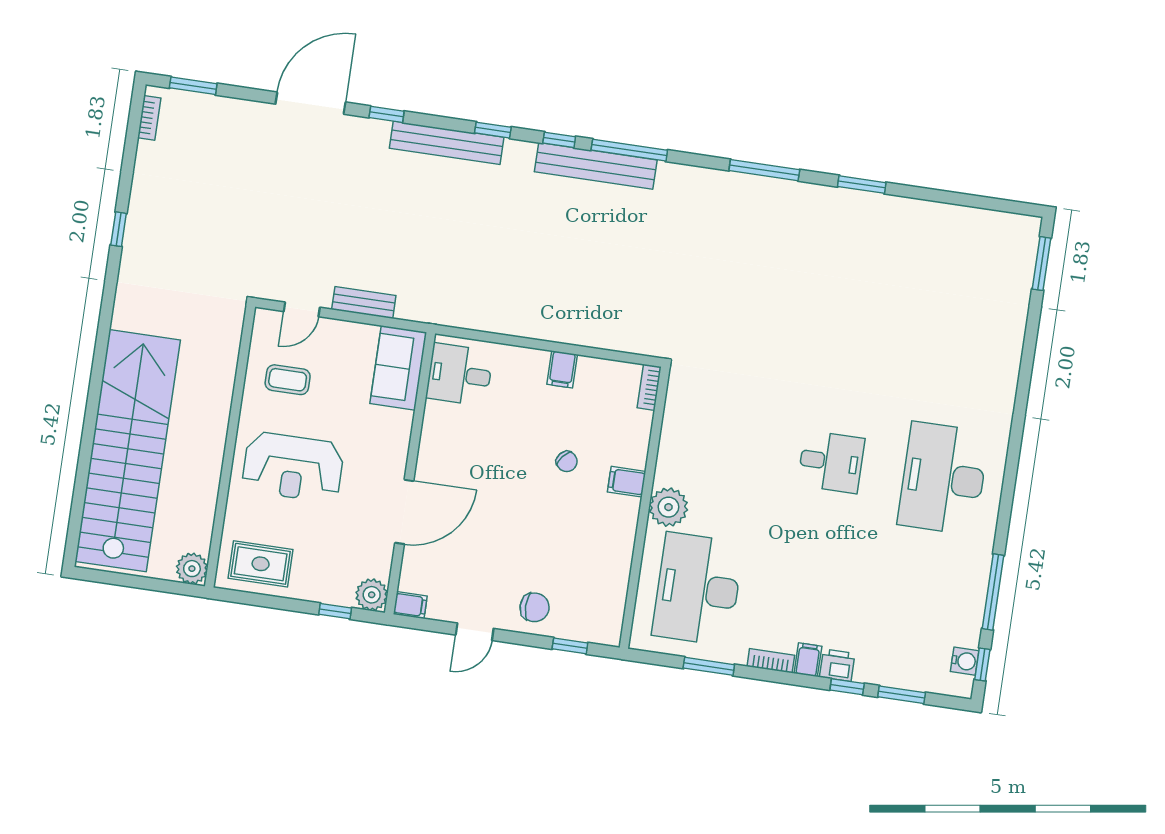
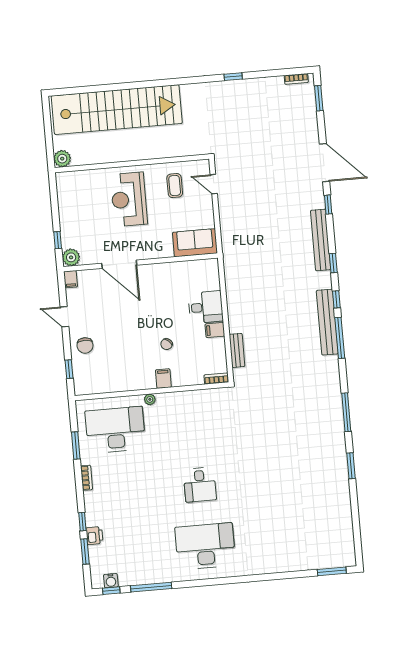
bench: (364, 303) -> (237, 350), moved
desk: (459, 374) -> (206, 307), moved, turned 90
plant: (668, 507) -> (150, 399), width x0.53, depth x0.53
rug: (261, 564) -> (73, 194), removed
filing cabinet: (808, 660) -> (92, 497), removed
printer: (837, 665) -> (95, 536), moved

